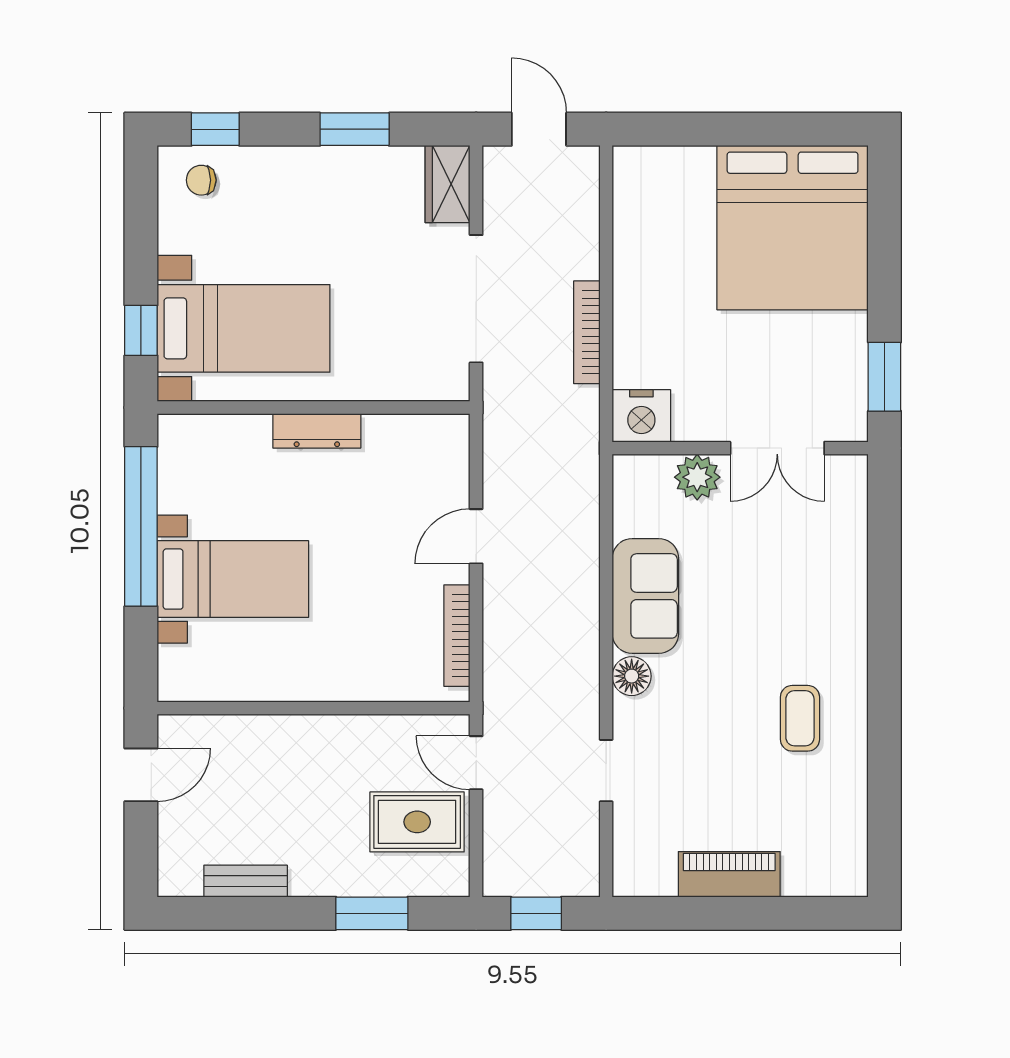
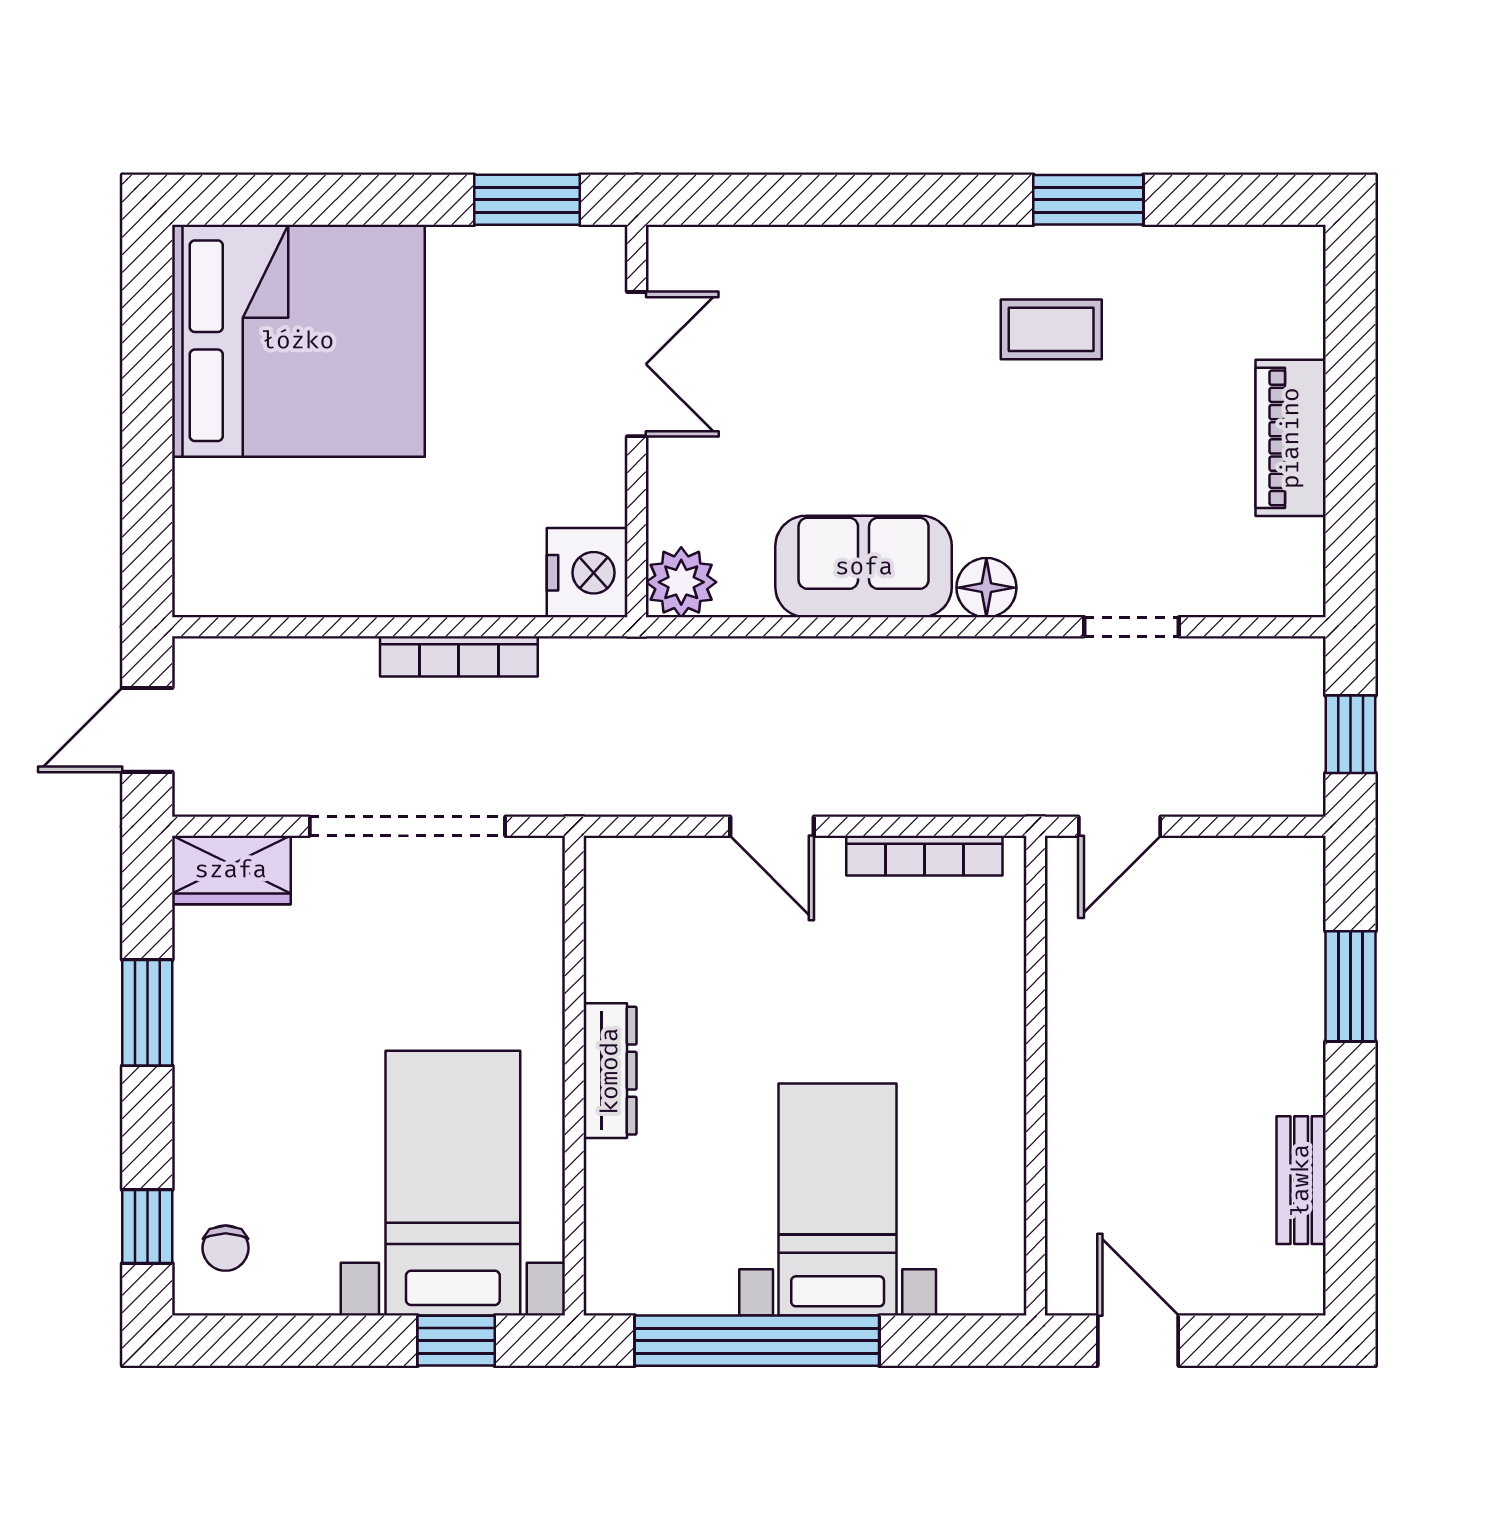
plant: (697, 477) -> (681, 582), moved
window: (884, 742) -> (1088, 200), added
rug: (417, 822) -> (1210, 917), removed

